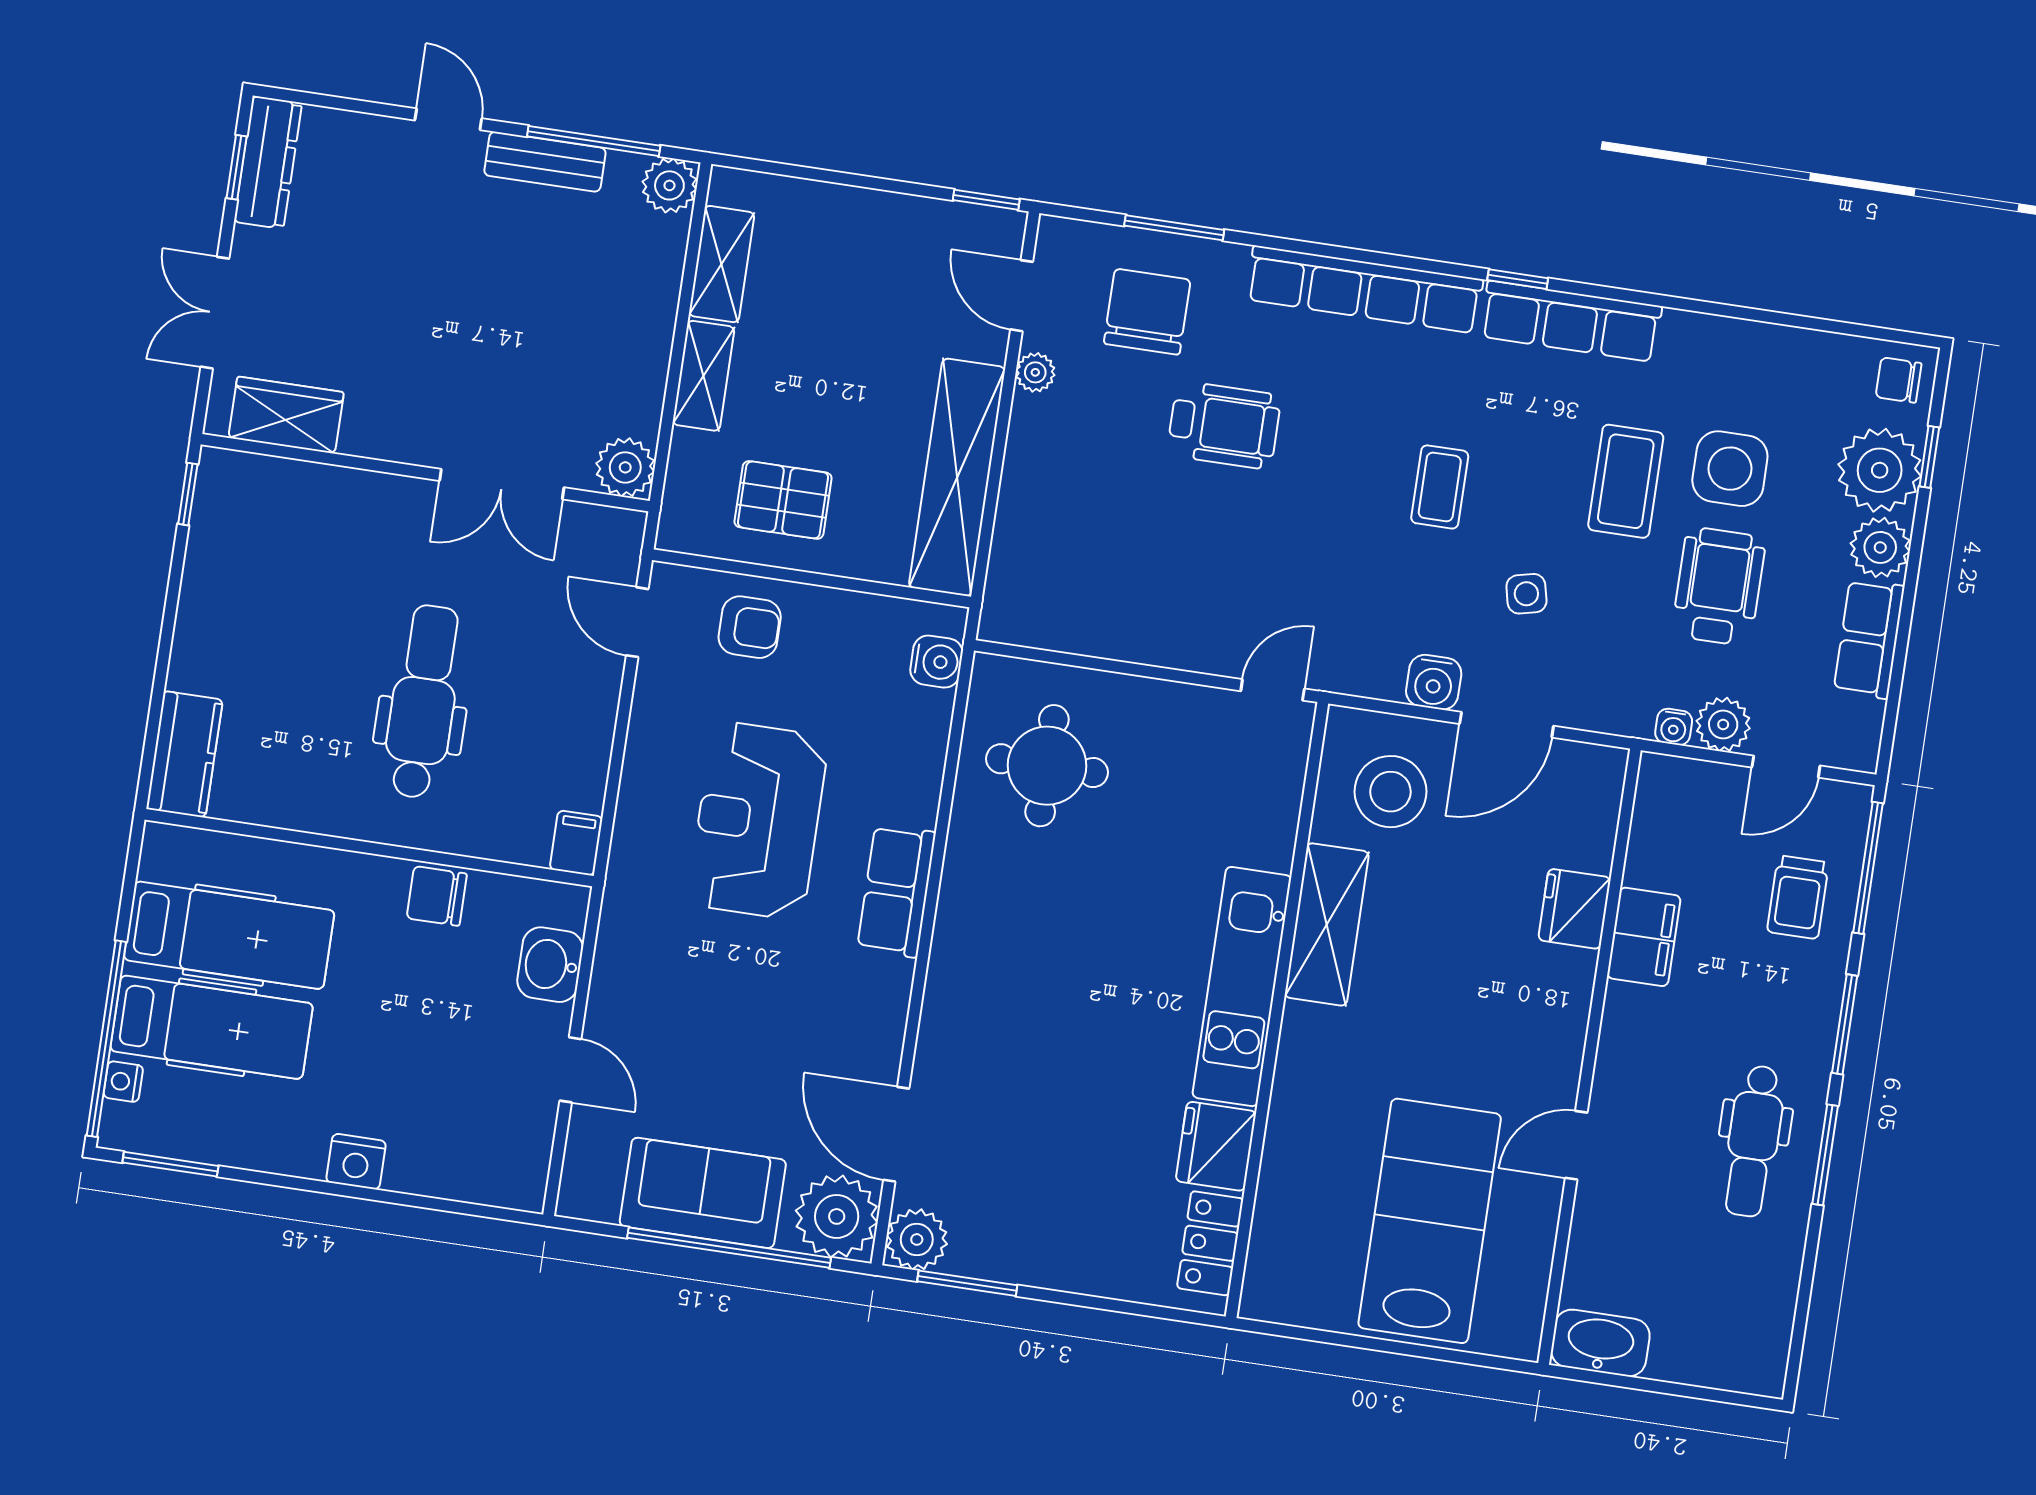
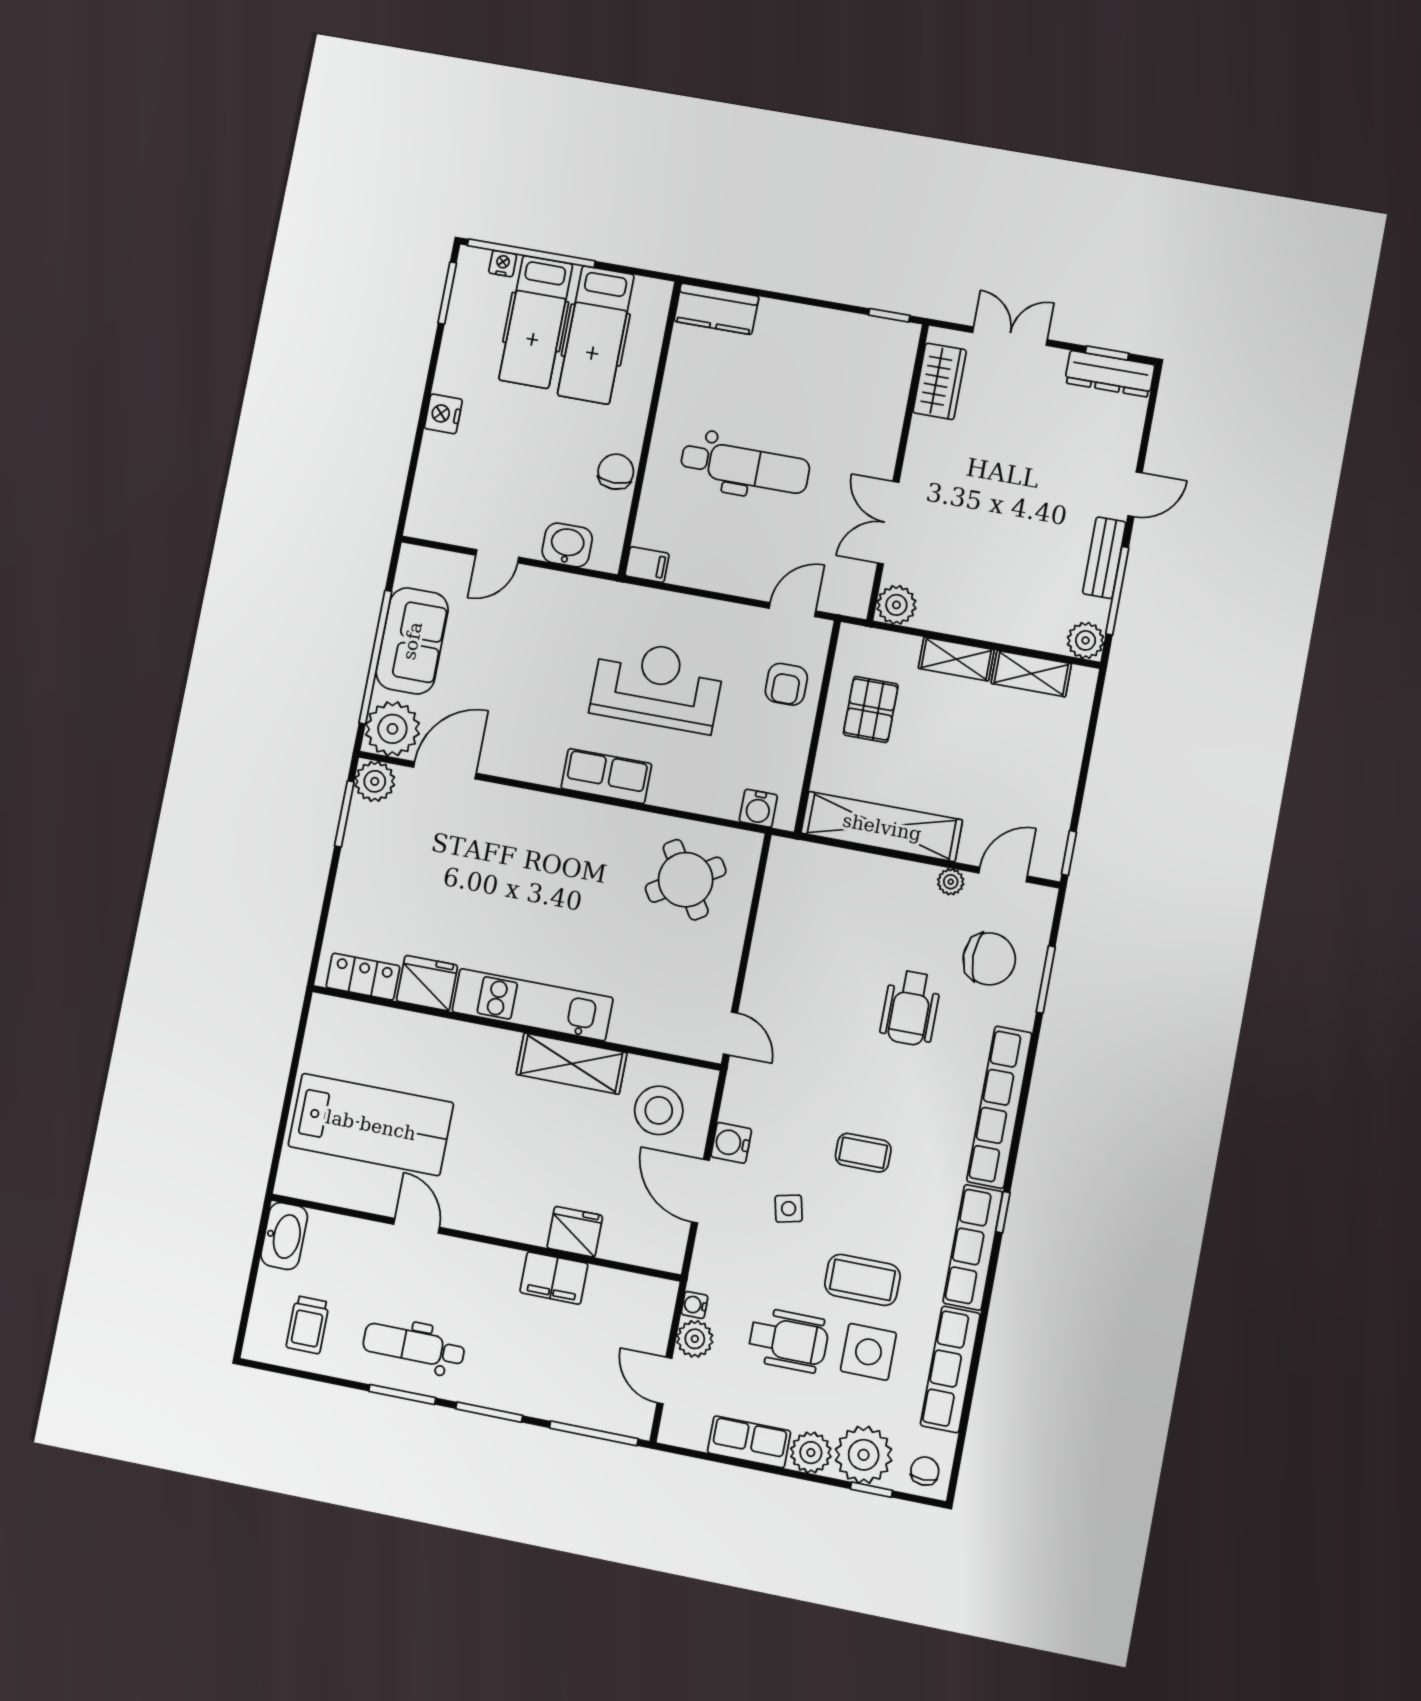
row of seats: (1750, 348) -> (950, 1369), added
round table: (1047, 766) -> (686, 880), turned -32
trolley: (1798, 897) -> (308, 1325), moved, turned -90

